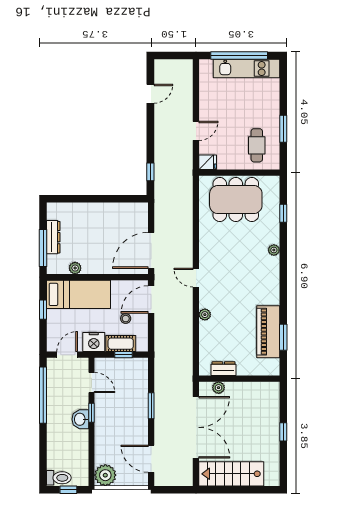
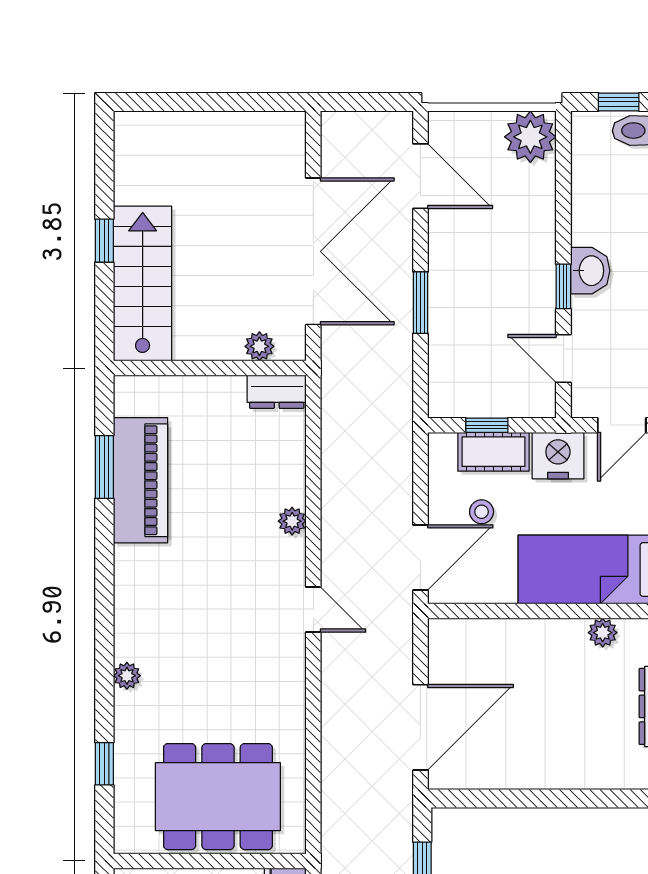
door: (151, 250) -> (420, 727), moved
dresser: (224, 369) -> (277, 392), moved
double door: (196, 427) -> (313, 251), swing flipped
stairs: (231, 474) -> (143, 284), moved, turned -90

